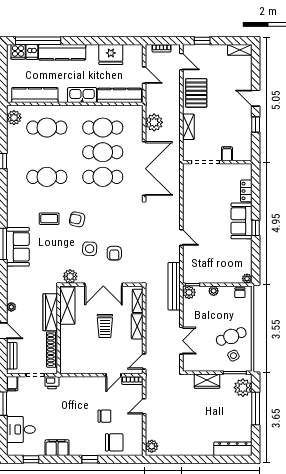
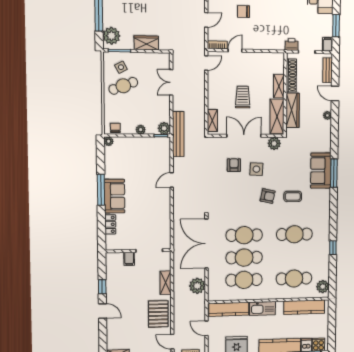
window: (256, 228) -> (101, 190), width x2.17
door: (181, 238) -> (172, 180), hinge flipped
shelving: (137, 326) -> (279, 86), moved

